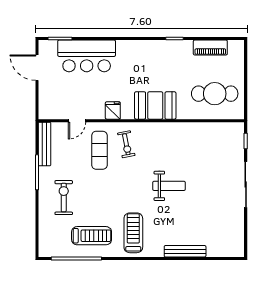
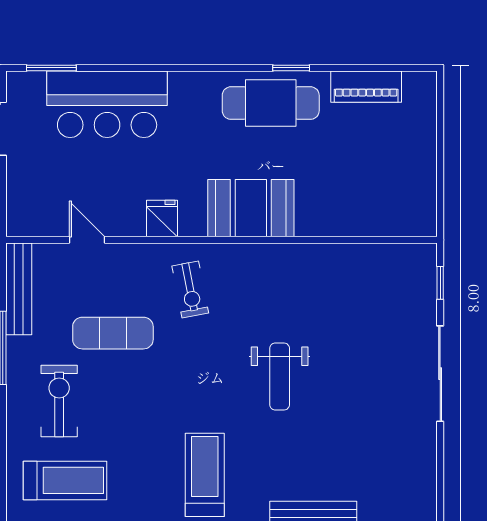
cafe table: (215, 94) -> (271, 103), moved
door: (77, 121) -> (87, 240), swing flipped
exercise mat: (99, 150) -> (113, 333), moved, turned 90
weight bench: (169, 186) -> (280, 376), turned 90
treadmill: (92, 236) -> (65, 480), moved

